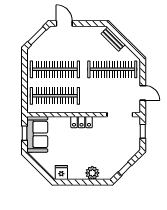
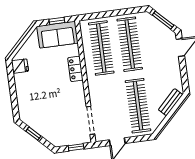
locker: (82, 122) -> (75, 69), moved
plant: (92, 173) -> (24, 99), removed

